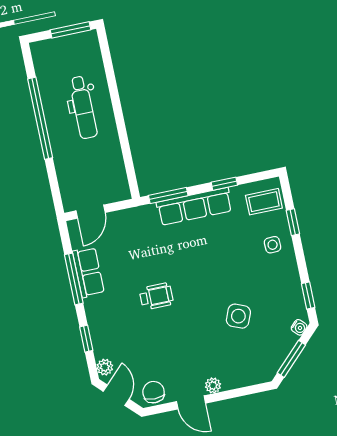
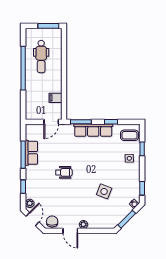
dental chair: (83, 107) -> (41, 56), moved
filing cabinet: (112, 161) -> (55, 98), added
door: (91, 212) -> (51, 122), moved

